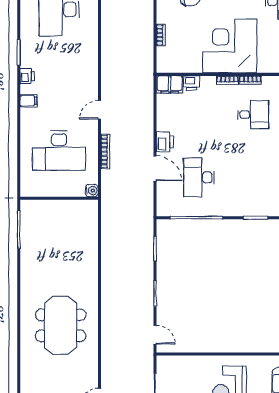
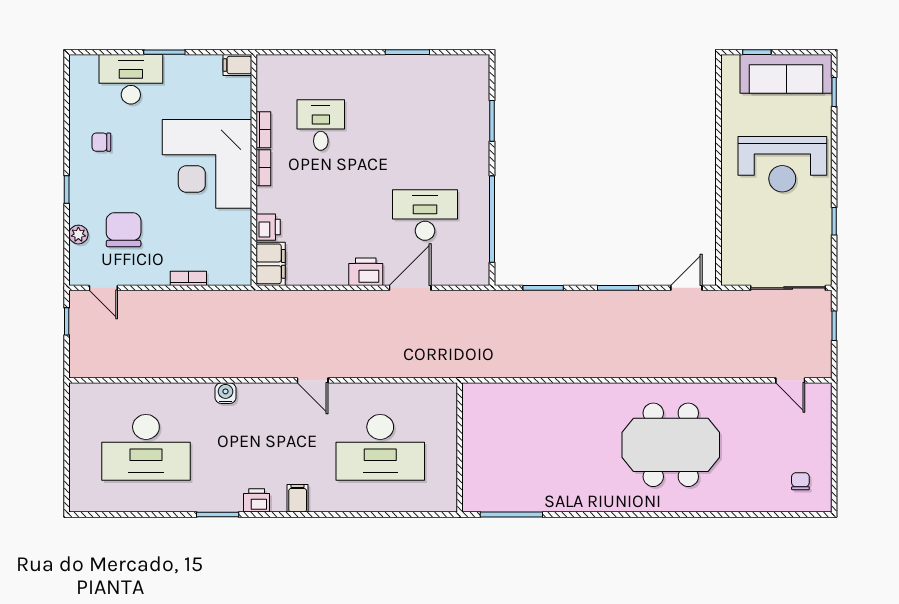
desk: (59, 150) -> (380, 447), turned 90
bookcase: (105, 152) -> (382, 371), removed
desk: (199, 177) -> (425, 215), turned 180
water cooler: (92, 191) -> (226, 393), moved

